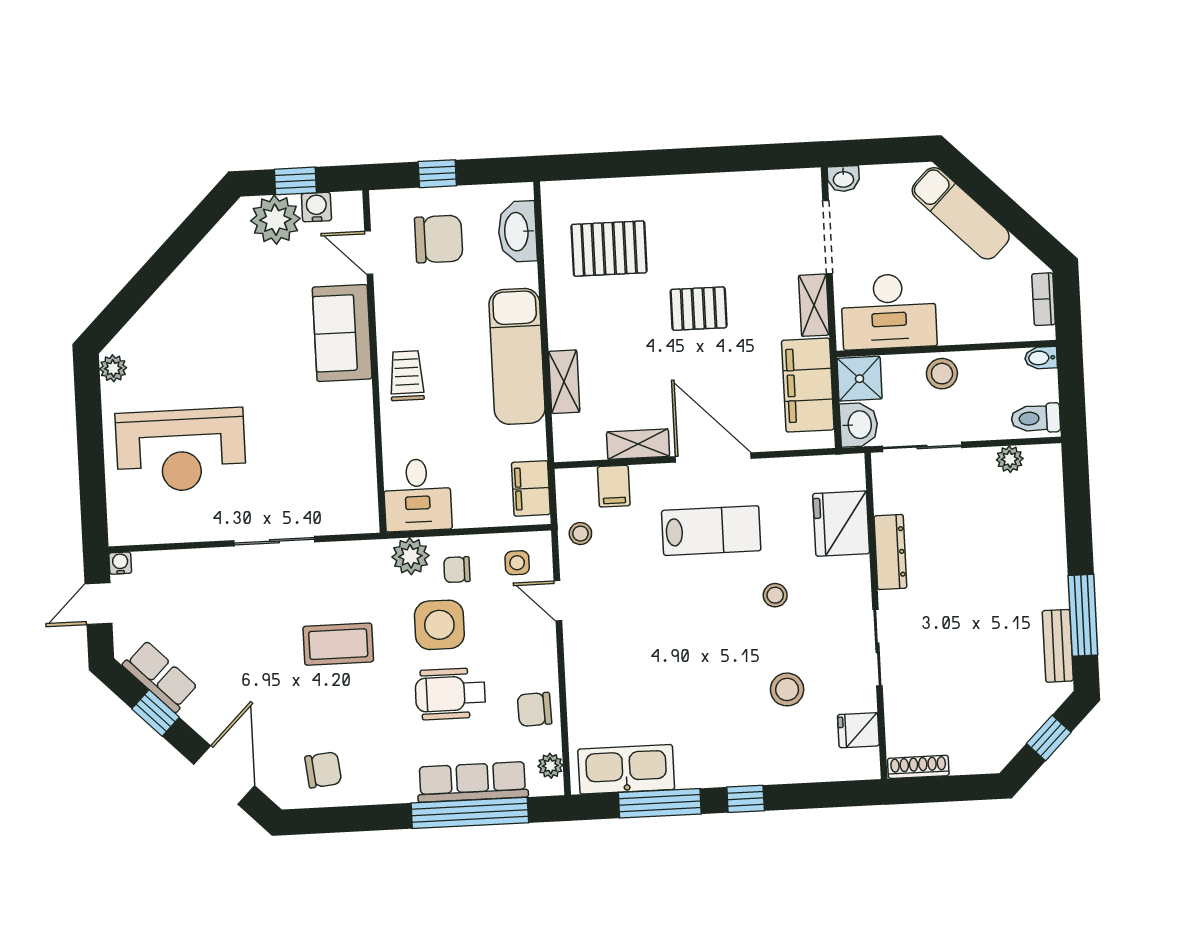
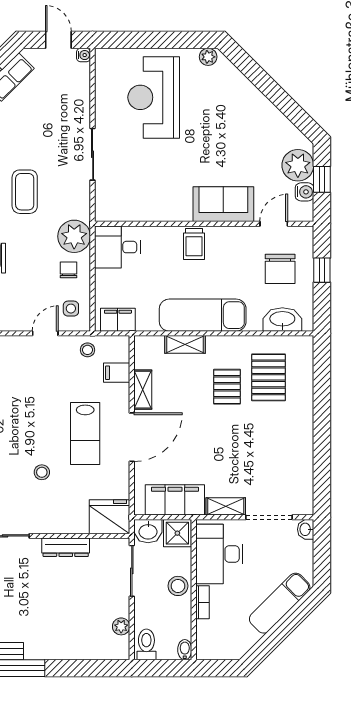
bookcase: (1044, 299) -> (203, 602), moved, turned 90
pallet: (699, 309) -> (227, 387), moved
trolley: (407, 376) -> (194, 244), turned 90
fridge: (841, 524) -> (110, 517), moved
plant: (410, 556) -> (74, 236), width x1.36, depth x1.36
side table: (439, 625) -> (34, 257), removed

